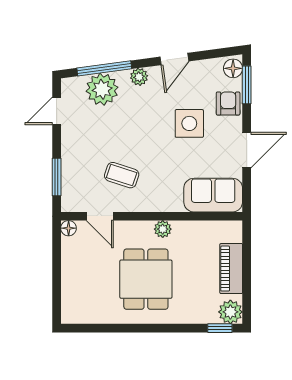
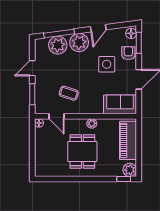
plant: (139, 77) -> (79, 42), width x1.88, depth x1.88
door: (57, 111) -> (32, 68), moved
piano: (231, 269) -> (128, 140), width x1.37, depth x1.33

